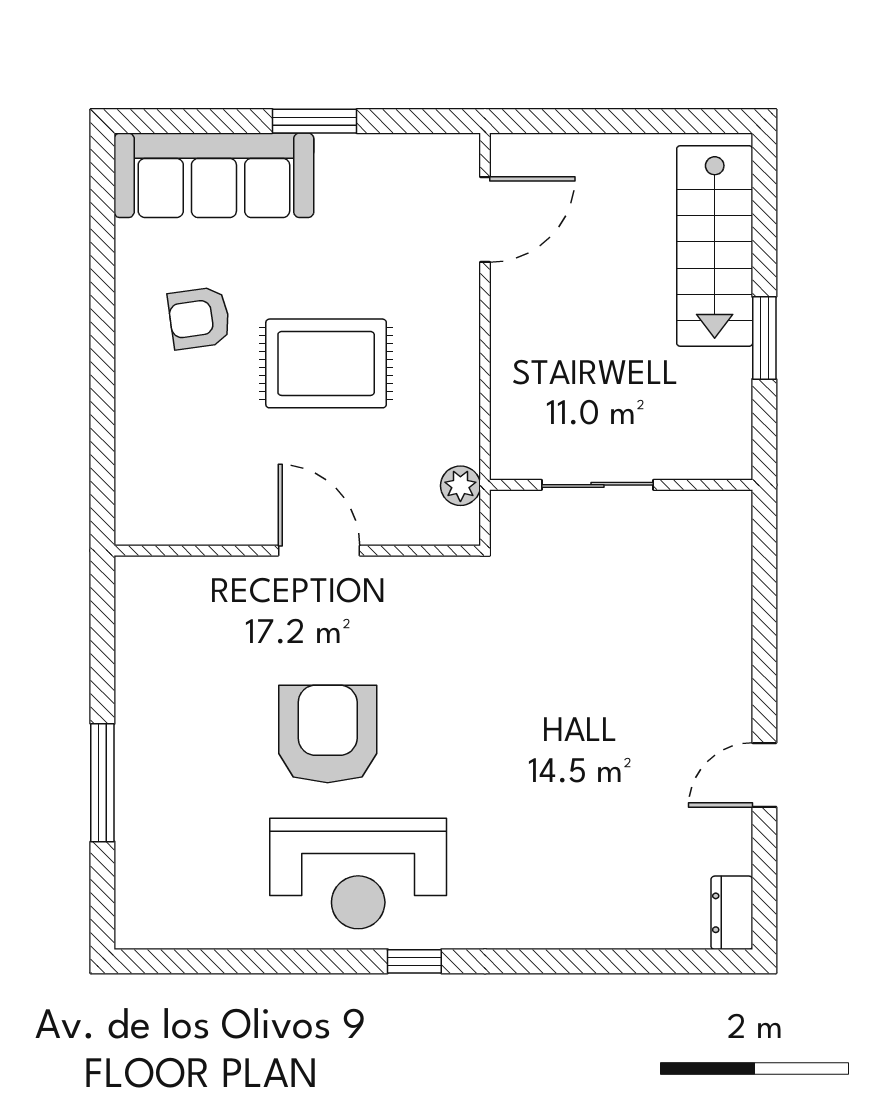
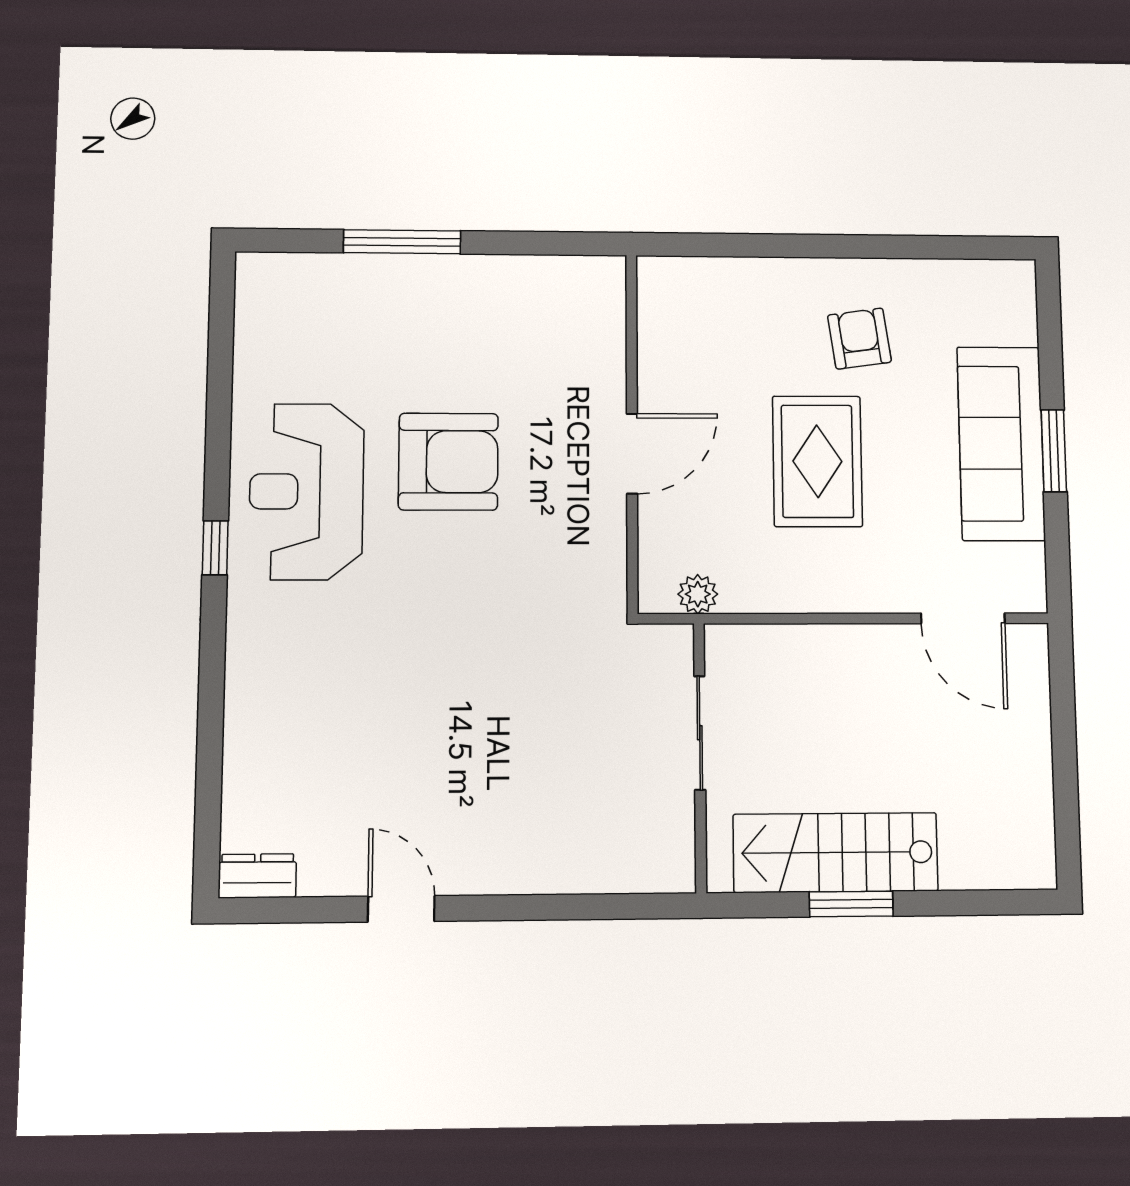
sofa: (214, 175) -> (1001, 443), moved
stairs: (715, 246) -> (836, 853), moved

